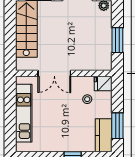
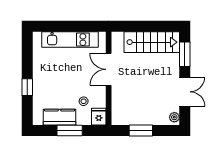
window: (117, 126) -> (70, 130), moved
kitchen counter: (104, 135) -> (60, 117), moved

